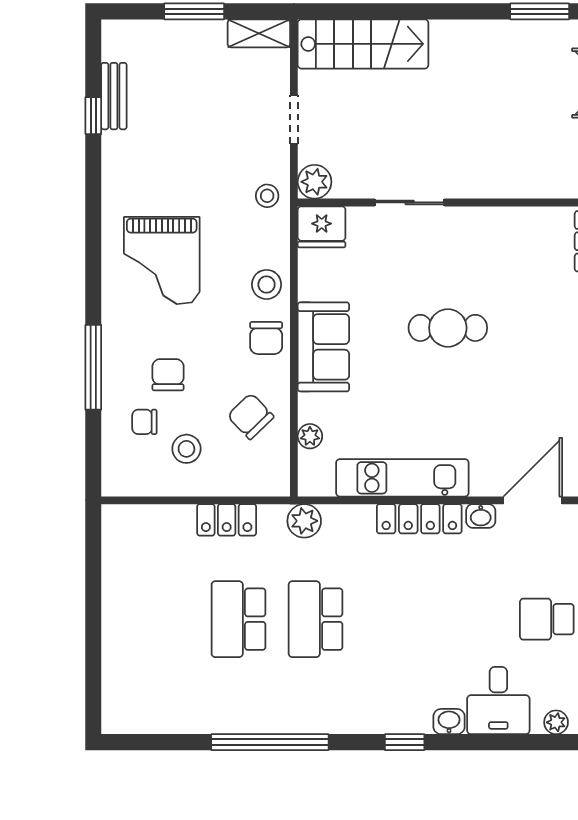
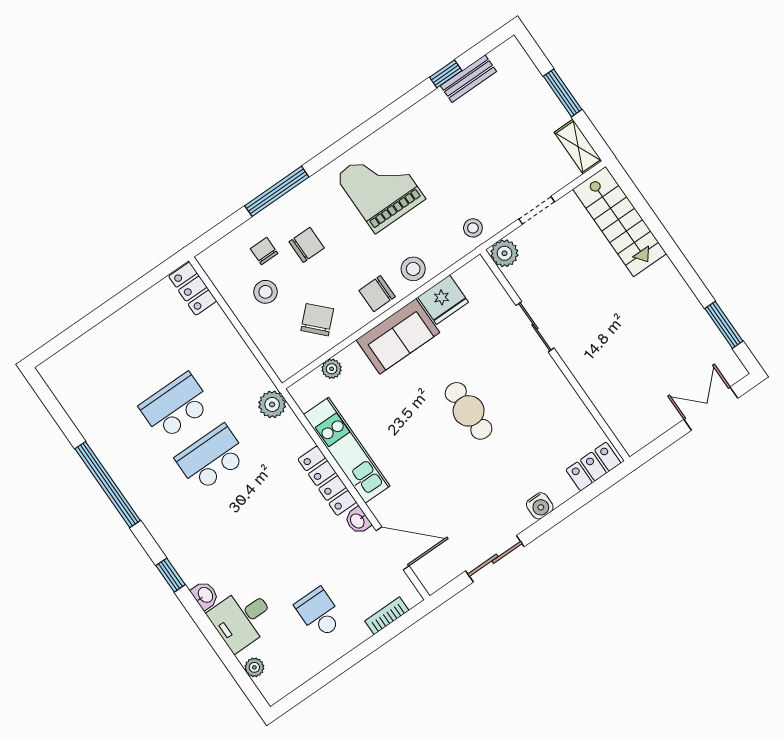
fridge: (322, 227) -> (443, 300), moved, turned -90
grand piano: (162, 261) -> (380, 187), turned 90
locker: (227, 520) -> (193, 289), moved

